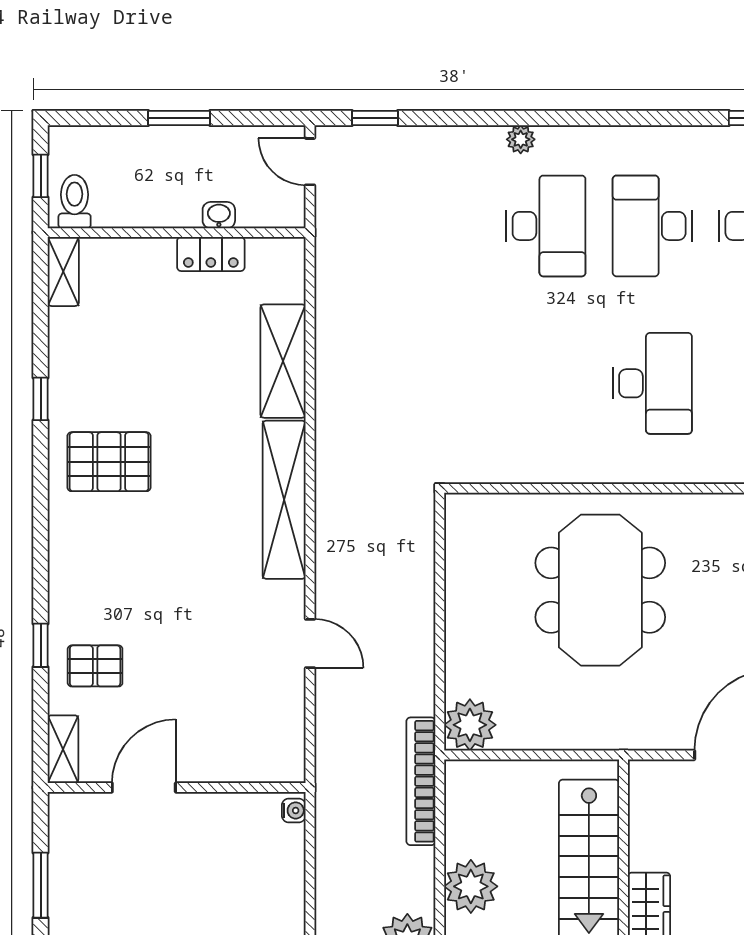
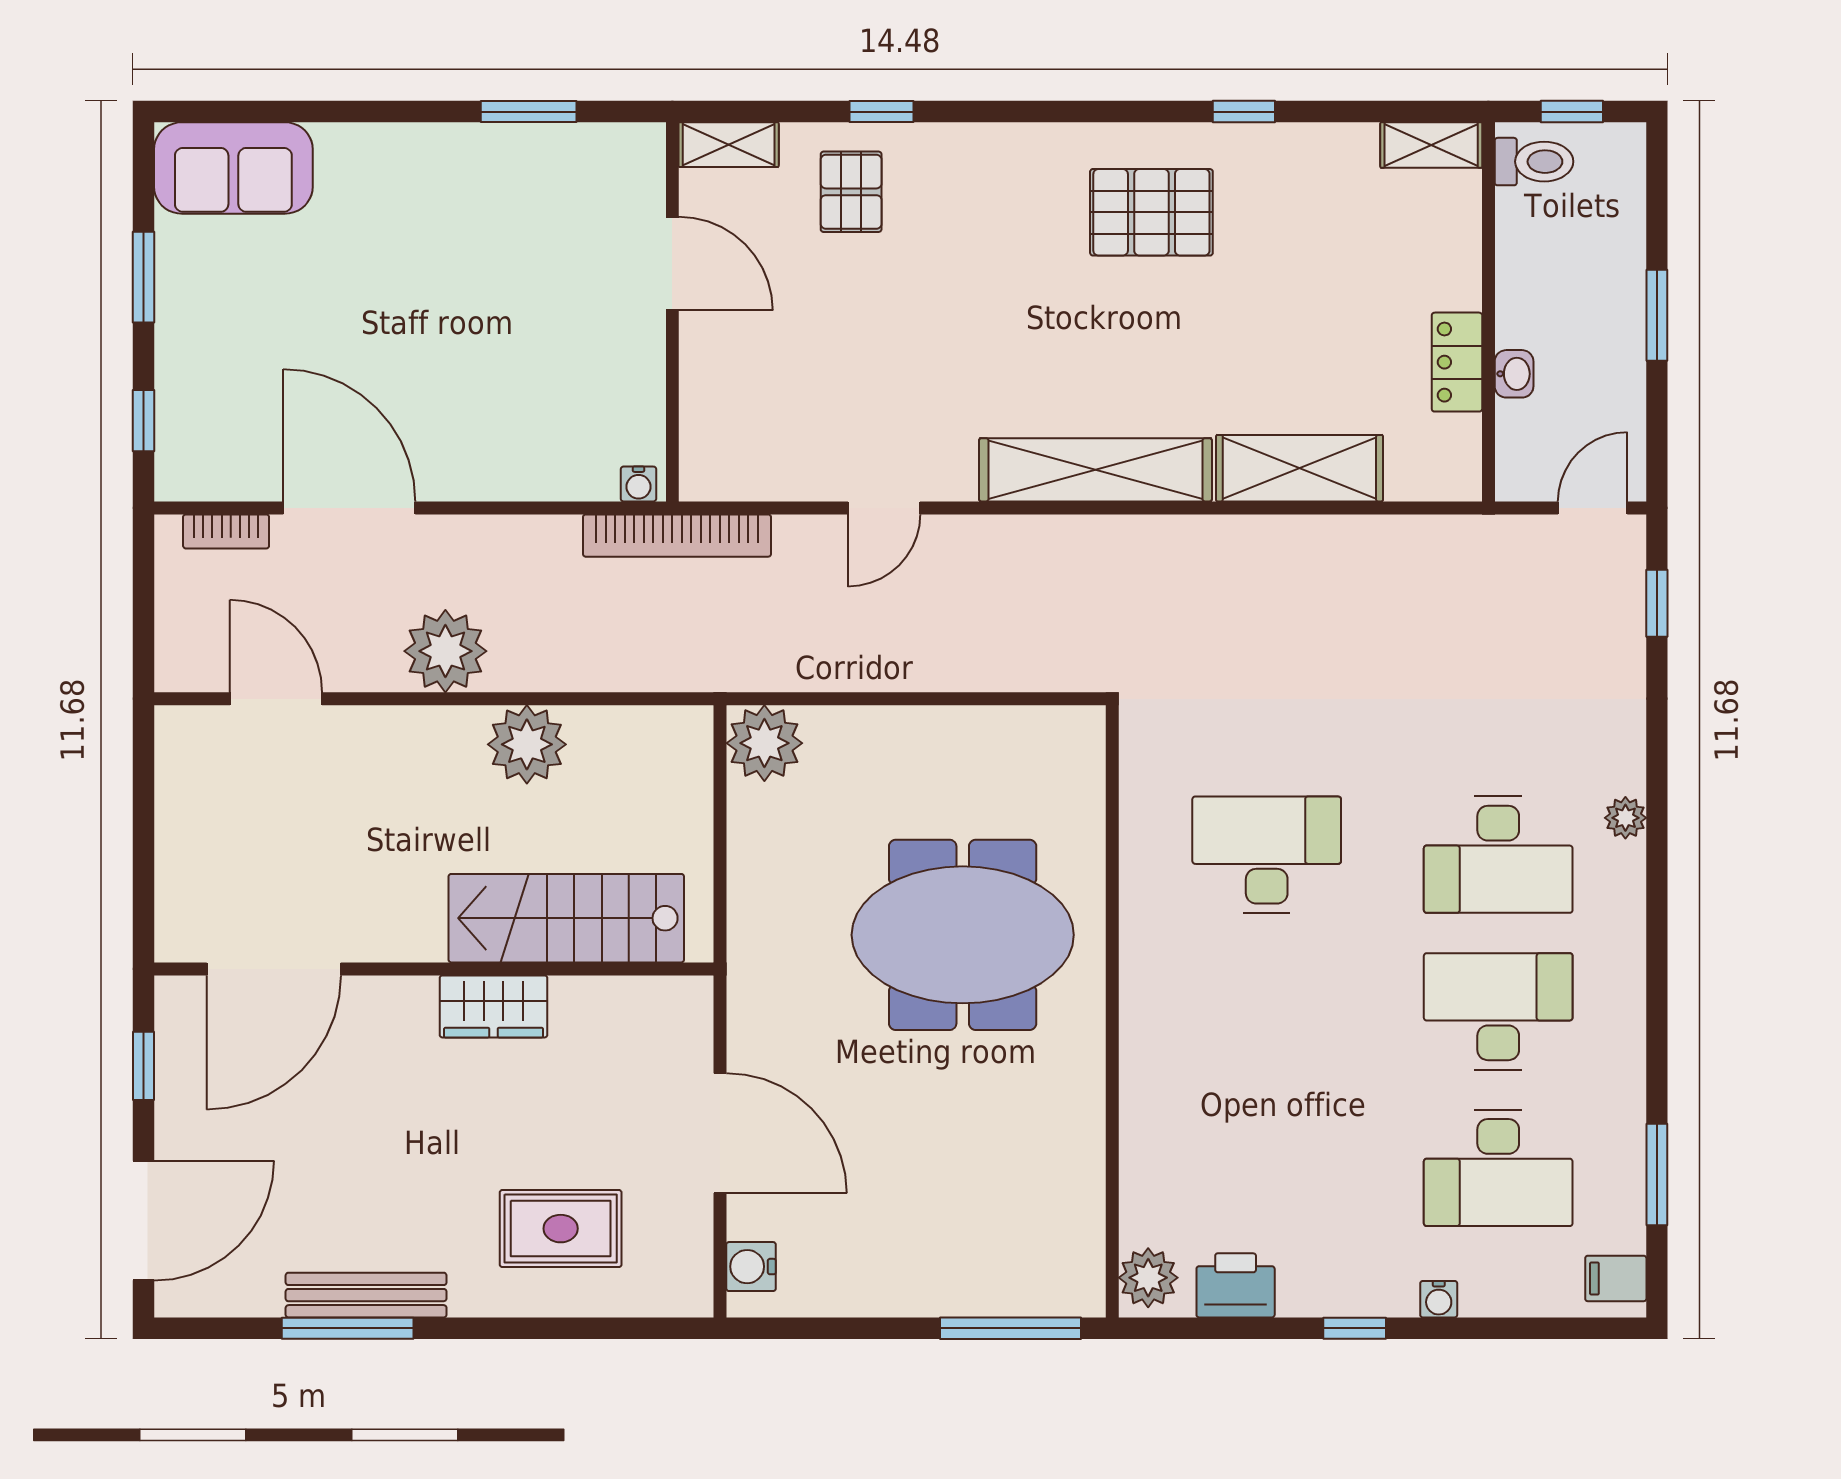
desk: (652, 383) -> (1267, 855), moved, turned 180
pallet: (109, 462) -> (1151, 212), turned 90
bookcase: (421, 781) -> (677, 536), moved, turned 180

